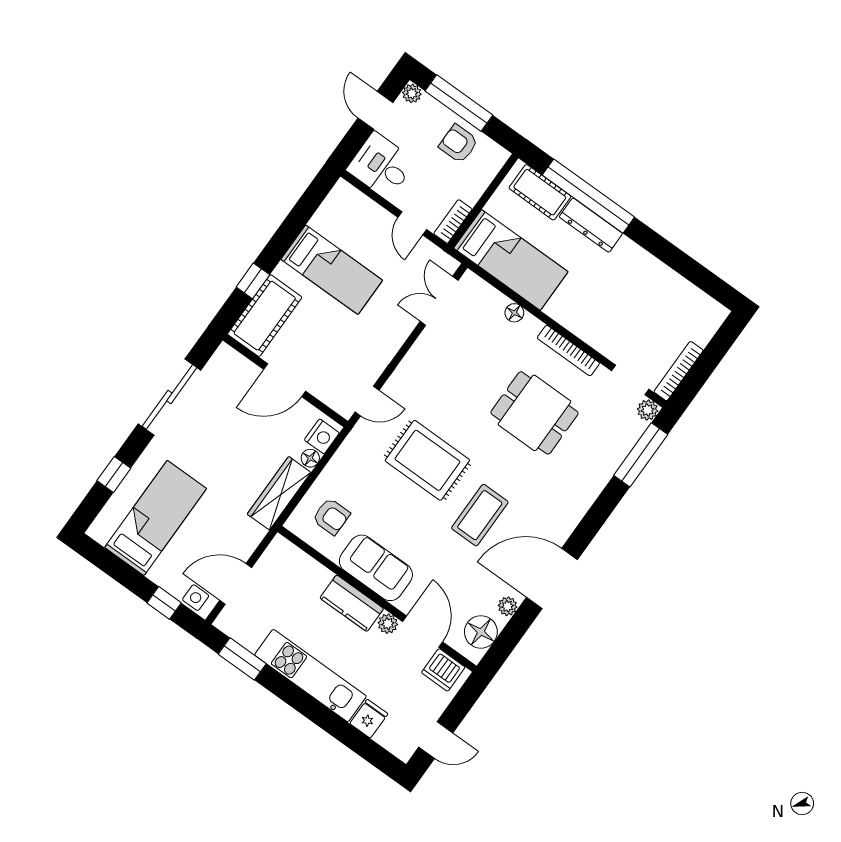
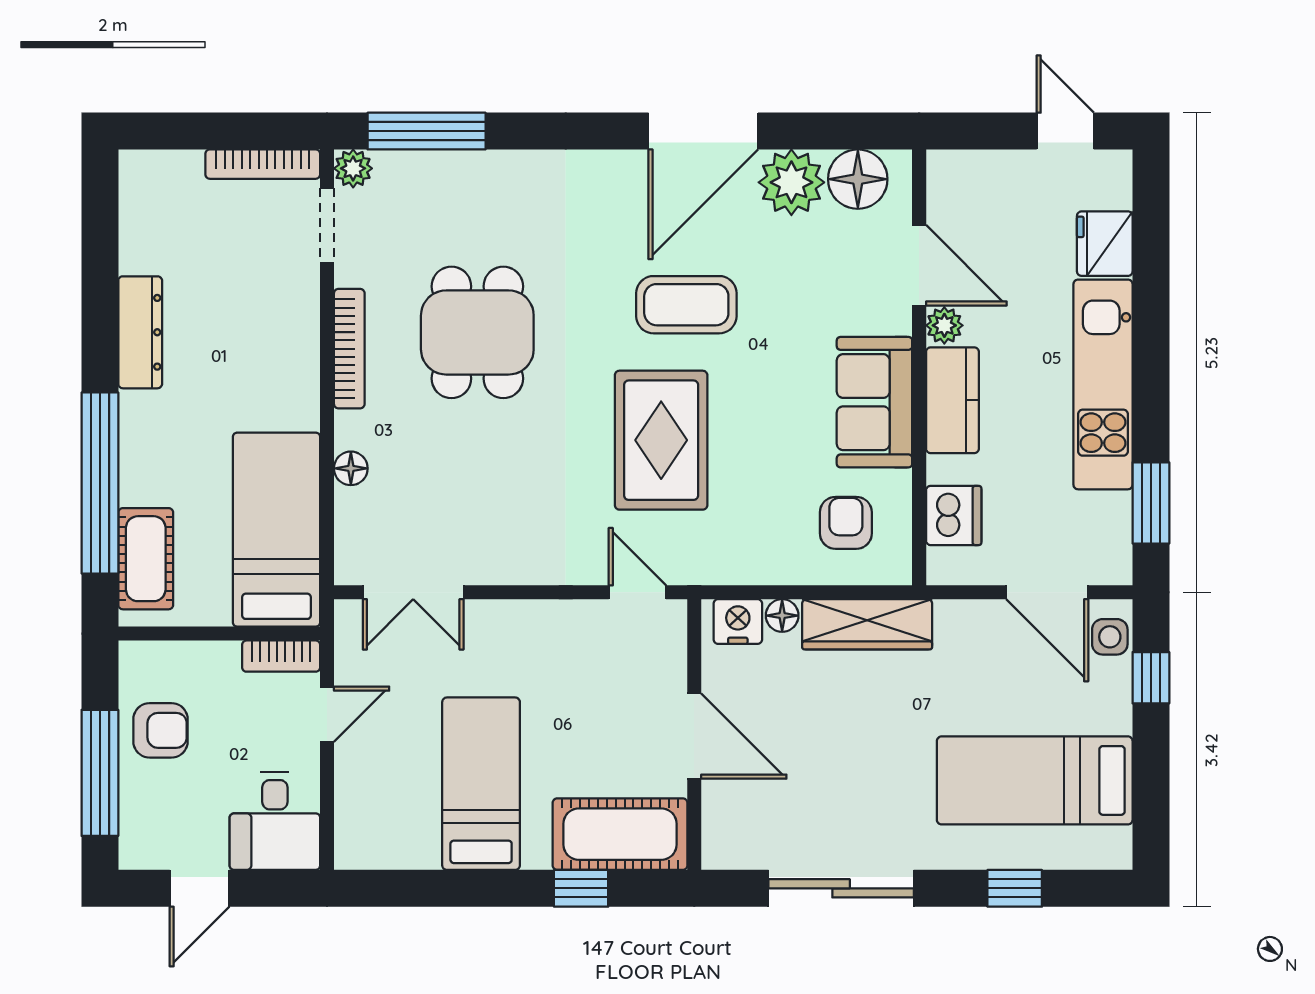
plant: (412, 93) -> (136, 853), removed
armchair: (458, 144) -> (161, 730), turned -90
dresser: (591, 225) -> (140, 332), moved
door: (552, 578) -> (703, 131), hinge flipped
plant: (508, 606) -> (791, 182), width x1.88, depth x1.88
door: (423, 632) -> (919, 265), swing flipped
dishwasher: (443, 670) -> (954, 515), moved
fridge: (369, 719) -> (1105, 244), width x1.38

